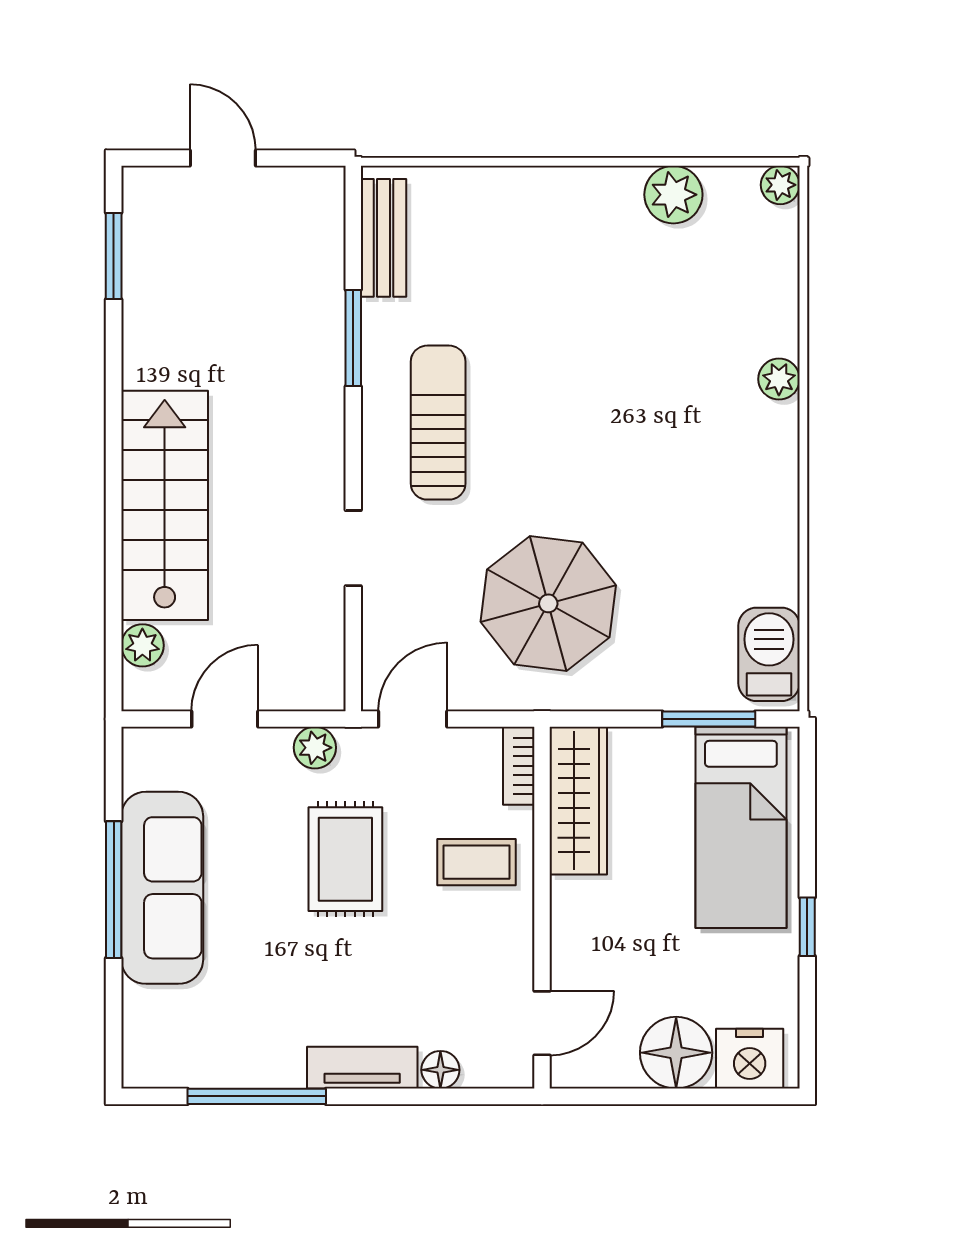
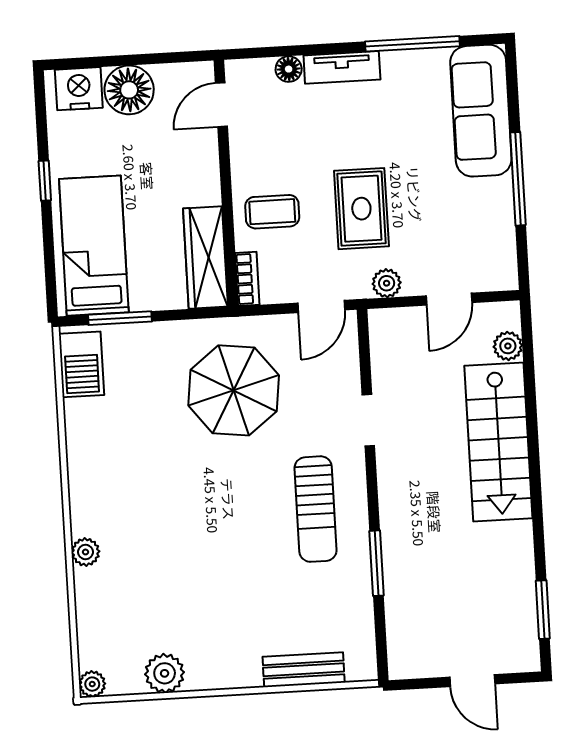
bench: (384, 238) -> (304, 670), moved, turned 90
sofa: (162, 888) -> (481, 111), moved

